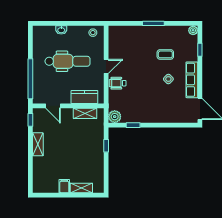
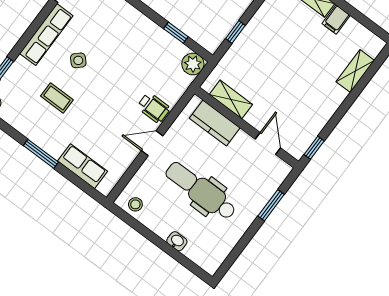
row of seats: (130, 32) -> (83, 166), added
window: (30, 79) -> (271, 205), width x0.47
shelving: (38, 144) -> (355, 71), moved

